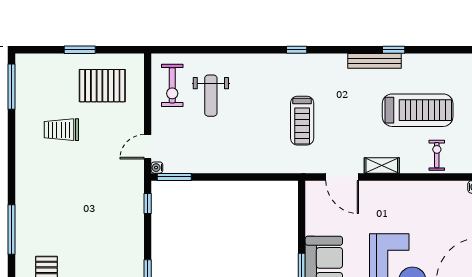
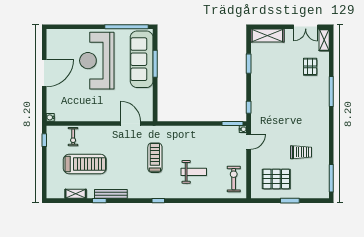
weight bench: (211, 96) -> (194, 172), moved, turned 90
treadmill: (418, 110) -> (85, 164), turned 180
shelving: (382, 166) -> (76, 194), moved

